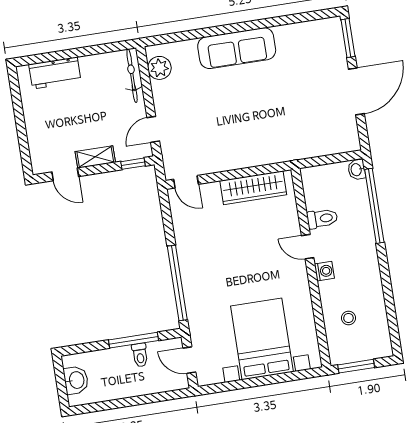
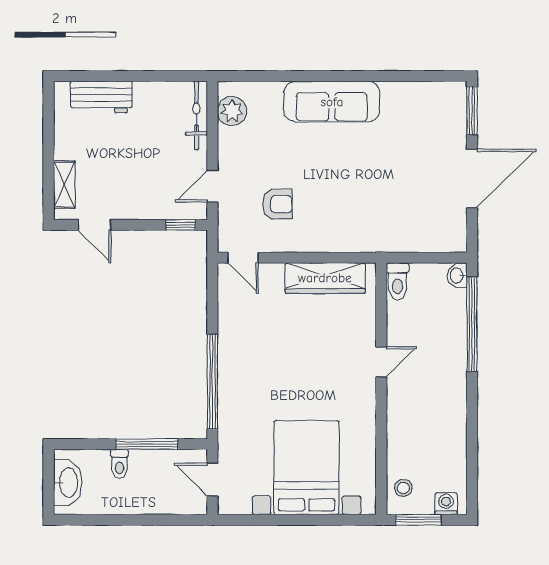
armchair: (206, 136) -> (277, 204), added
shelving: (95, 157) -> (64, 185), moved, turned 90
toilet: (322, 219) -> (398, 281), moved, turned 90
door: (308, 247) -> (381, 362), swing flipped
washing machine: (324, 271) -> (446, 504), moved, turned -90
stool: (348, 318) -> (403, 488), moved
toilet: (140, 355) -> (120, 464), moved
washbasin: (76, 380) -> (68, 483), width x1.38

